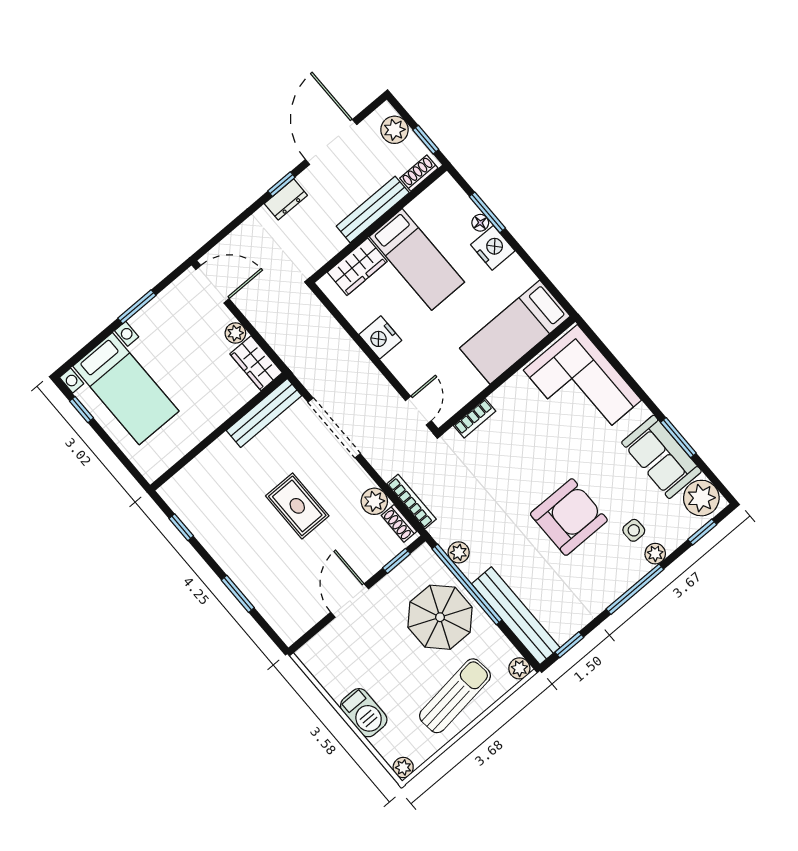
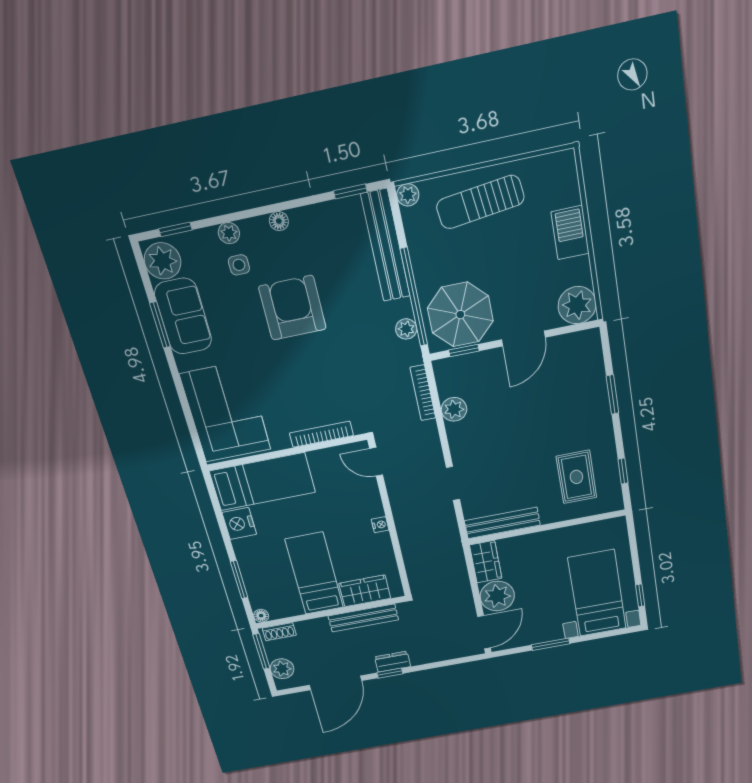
window: (426, 140) -> (261, 651), width x1.50
bench: (373, 209) -> (363, 618), moved
floor lamp: (480, 223) -> (261, 616), moved
nightstand: (493, 248) -> (239, 523), moved
door: (212, 284) -> (484, 632), swing flipped
plant: (235, 333) -> (497, 596), width x1.88, depth x1.88
nightstand: (380, 337) -> (380, 525), width x0.53, depth x0.56
door: (418, 411) -> (376, 462), hinge flipped
bookcase: (475, 418) -> (321, 434), width x1.56
doorway: (334, 428) -> (453, 483), width x0.53
rug: (297, 506) -> (576, 477), moved
armchair: (569, 517) -> (292, 308), turned 90
shoe rack: (399, 523) -> (444, 381), removed
floor lamp: (617, 587) -> (279, 221), added
window: (635, 589) -> (263, 210), removed
parasol: (440, 617) -> (460, 315), moved
plant: (403, 767) -> (577, 305), moved, width x1.88, depth x1.88

